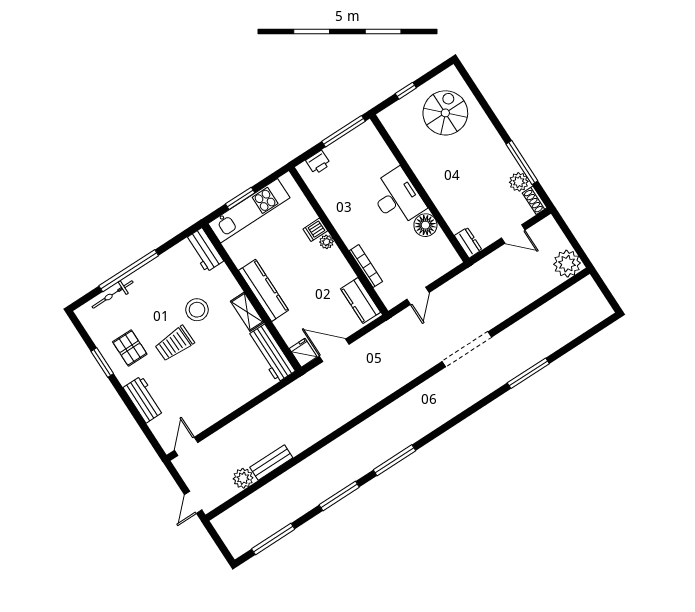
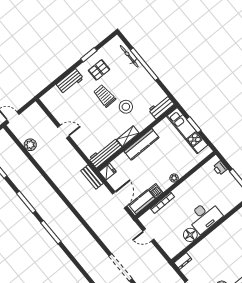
dishwasher: (315, 230) -> (156, 191), moved
door: (334, 350) -> (120, 200), moved
door: (186, 446) -> (63, 132), moved
bench: (271, 463) -> (92, 177), moved

